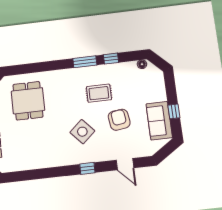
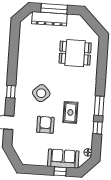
window: (174, 111) -> (60, 171), moved
armchair: (119, 120) -> (45, 125), turned -82
sofa: (159, 121) -> (63, 159), moved

